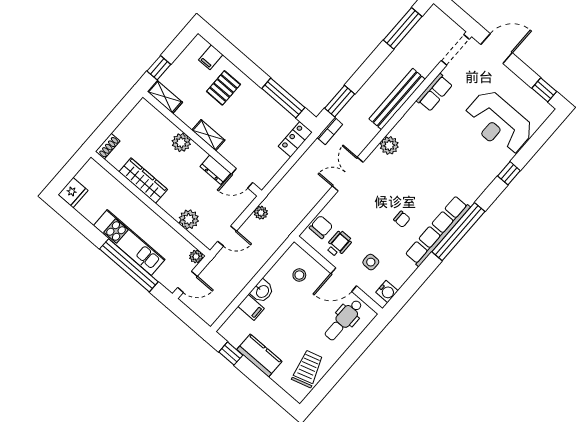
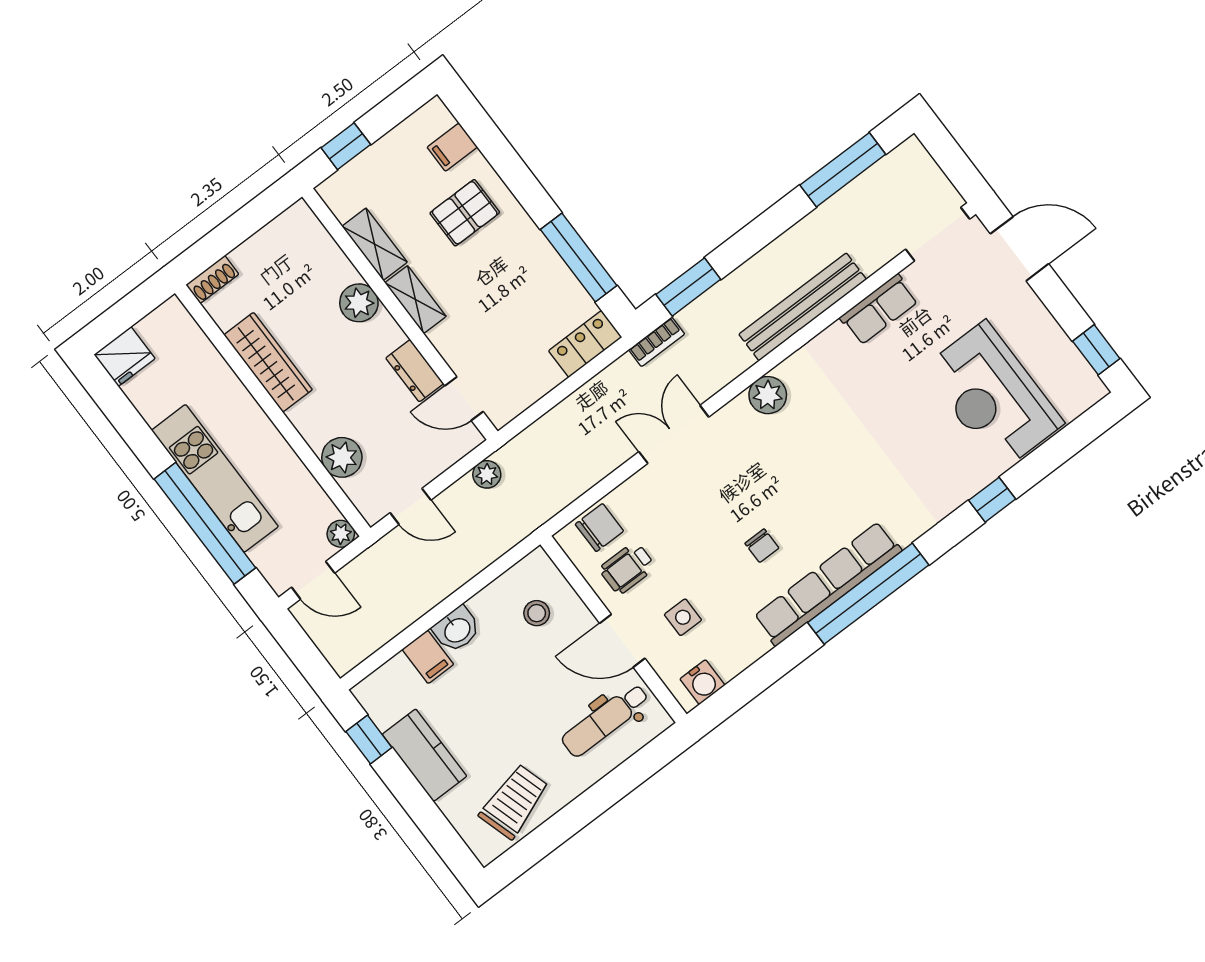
shelving: (165, 97) -> (375, 244), moved
wheelchair: (339, 244) -> (627, 568), turned 180

